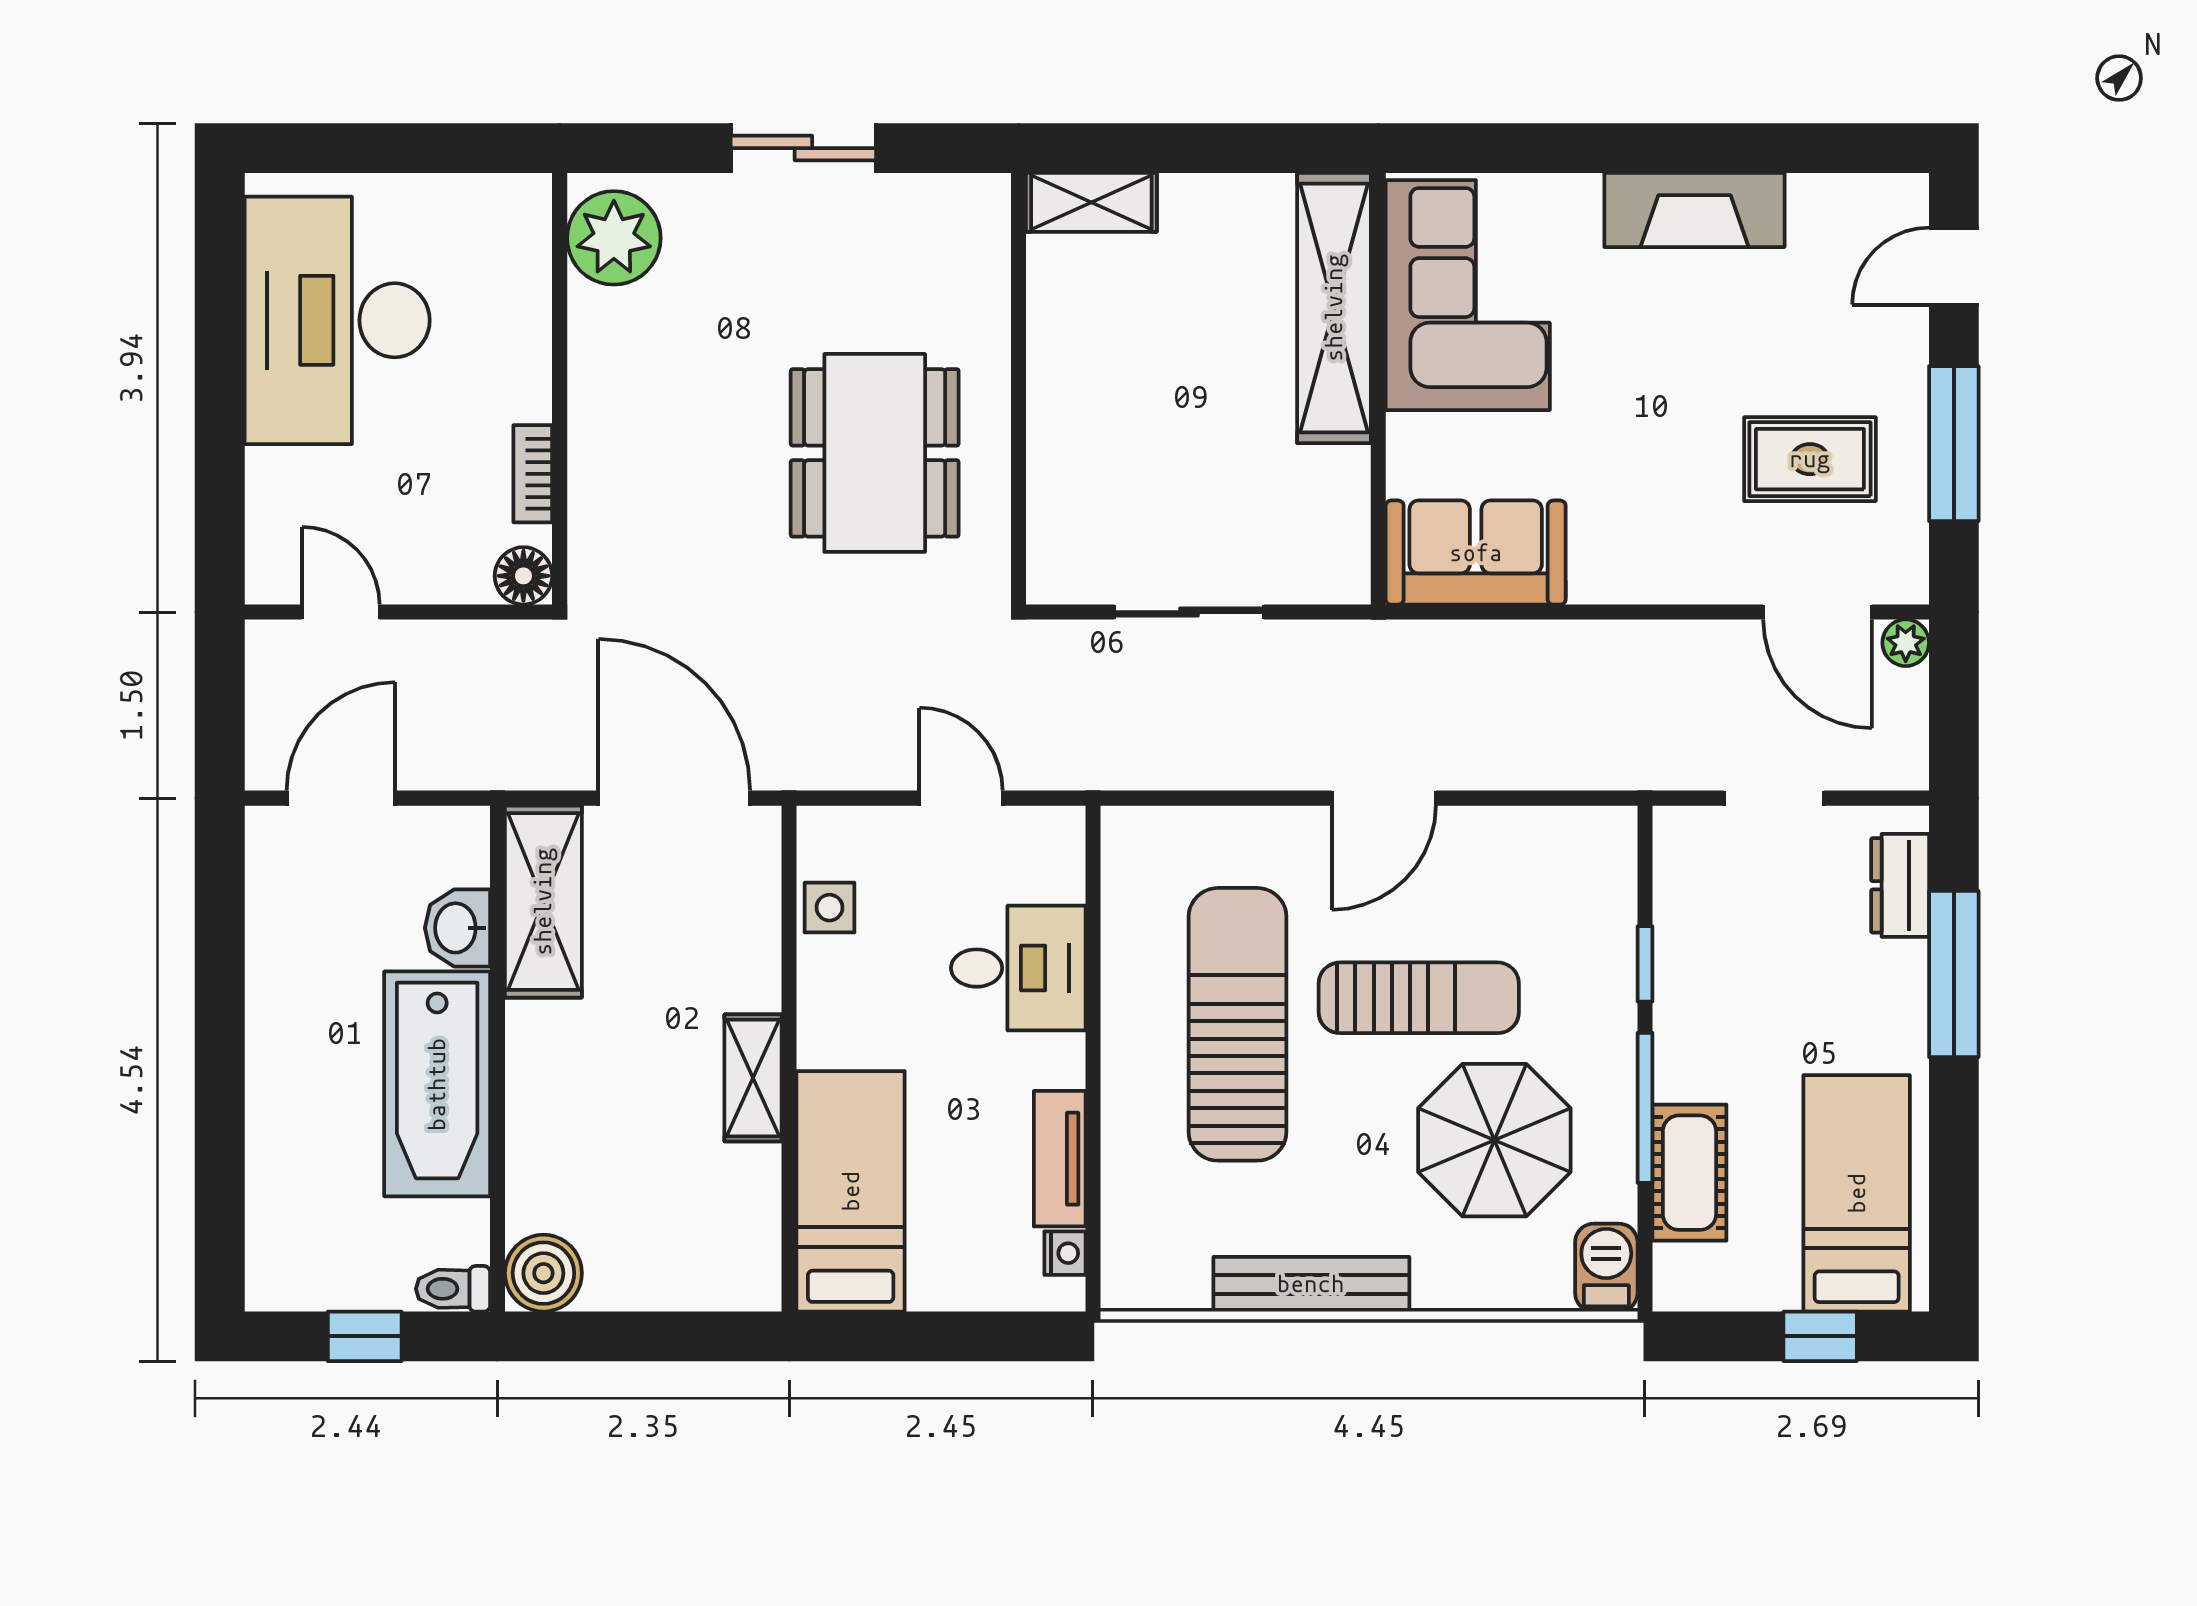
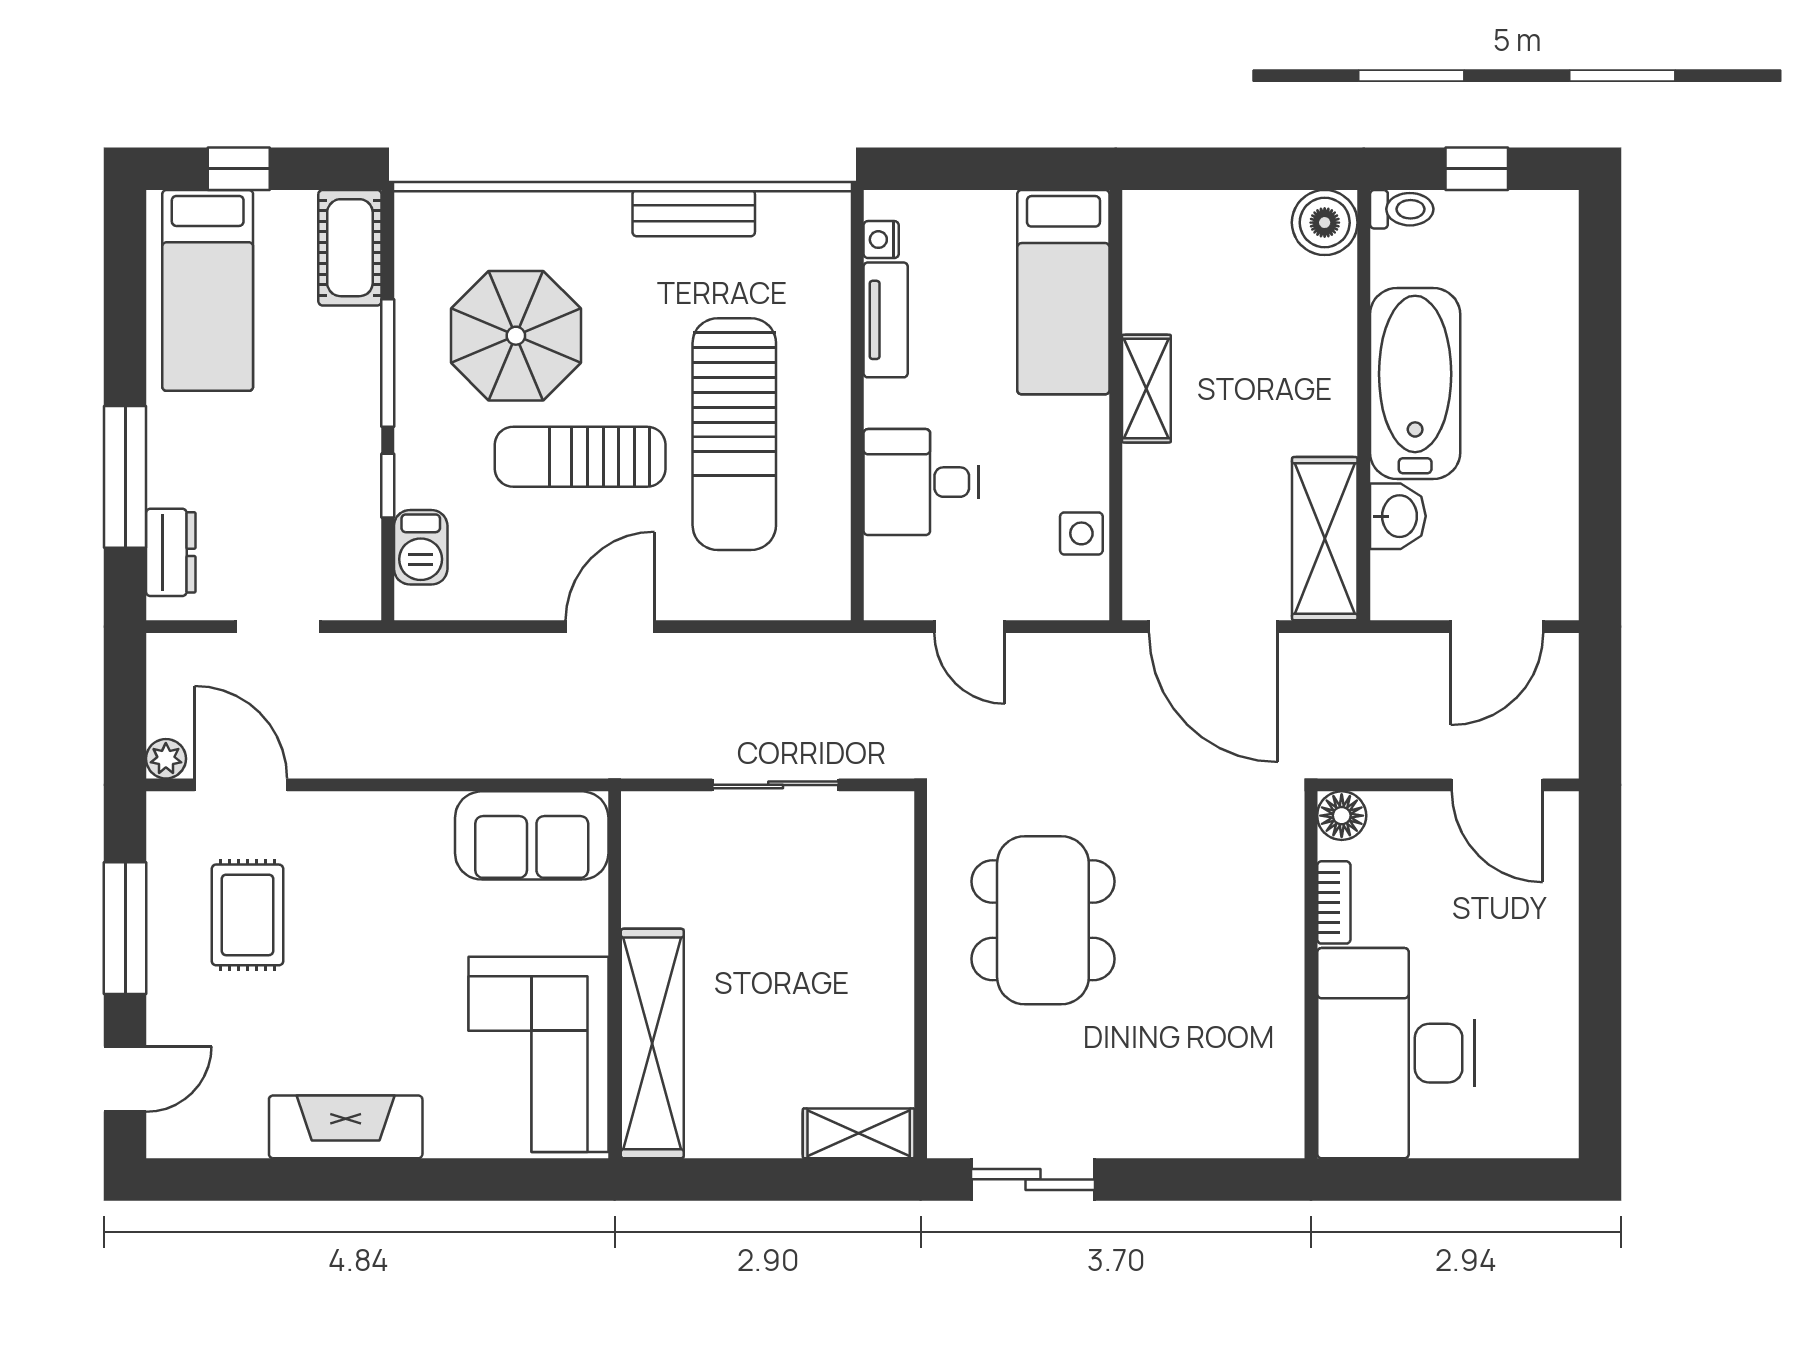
sliding door: (803, 148) -> (1033, 1179), moved
plant: (614, 238) -> (1265, 1103), removed
desk: (337, 320) -> (1396, 1053), moved, turned 180
rug: (1810, 459) -> (247, 915), turned 90
door: (341, 612) -> (1497, 785), width x1.38
cot: (1689, 1173) -> (350, 248), moved
barbecue: (1606, 1268) -> (421, 547), moved
bench: (1311, 1284) -> (694, 213), width x0.73

